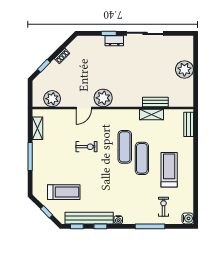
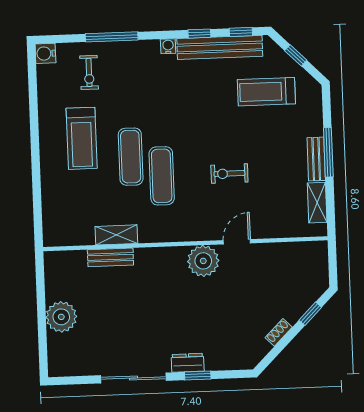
plant: (52, 99) -> (293, 256), removed
bench: (189, 124) -> (316, 159), moved

